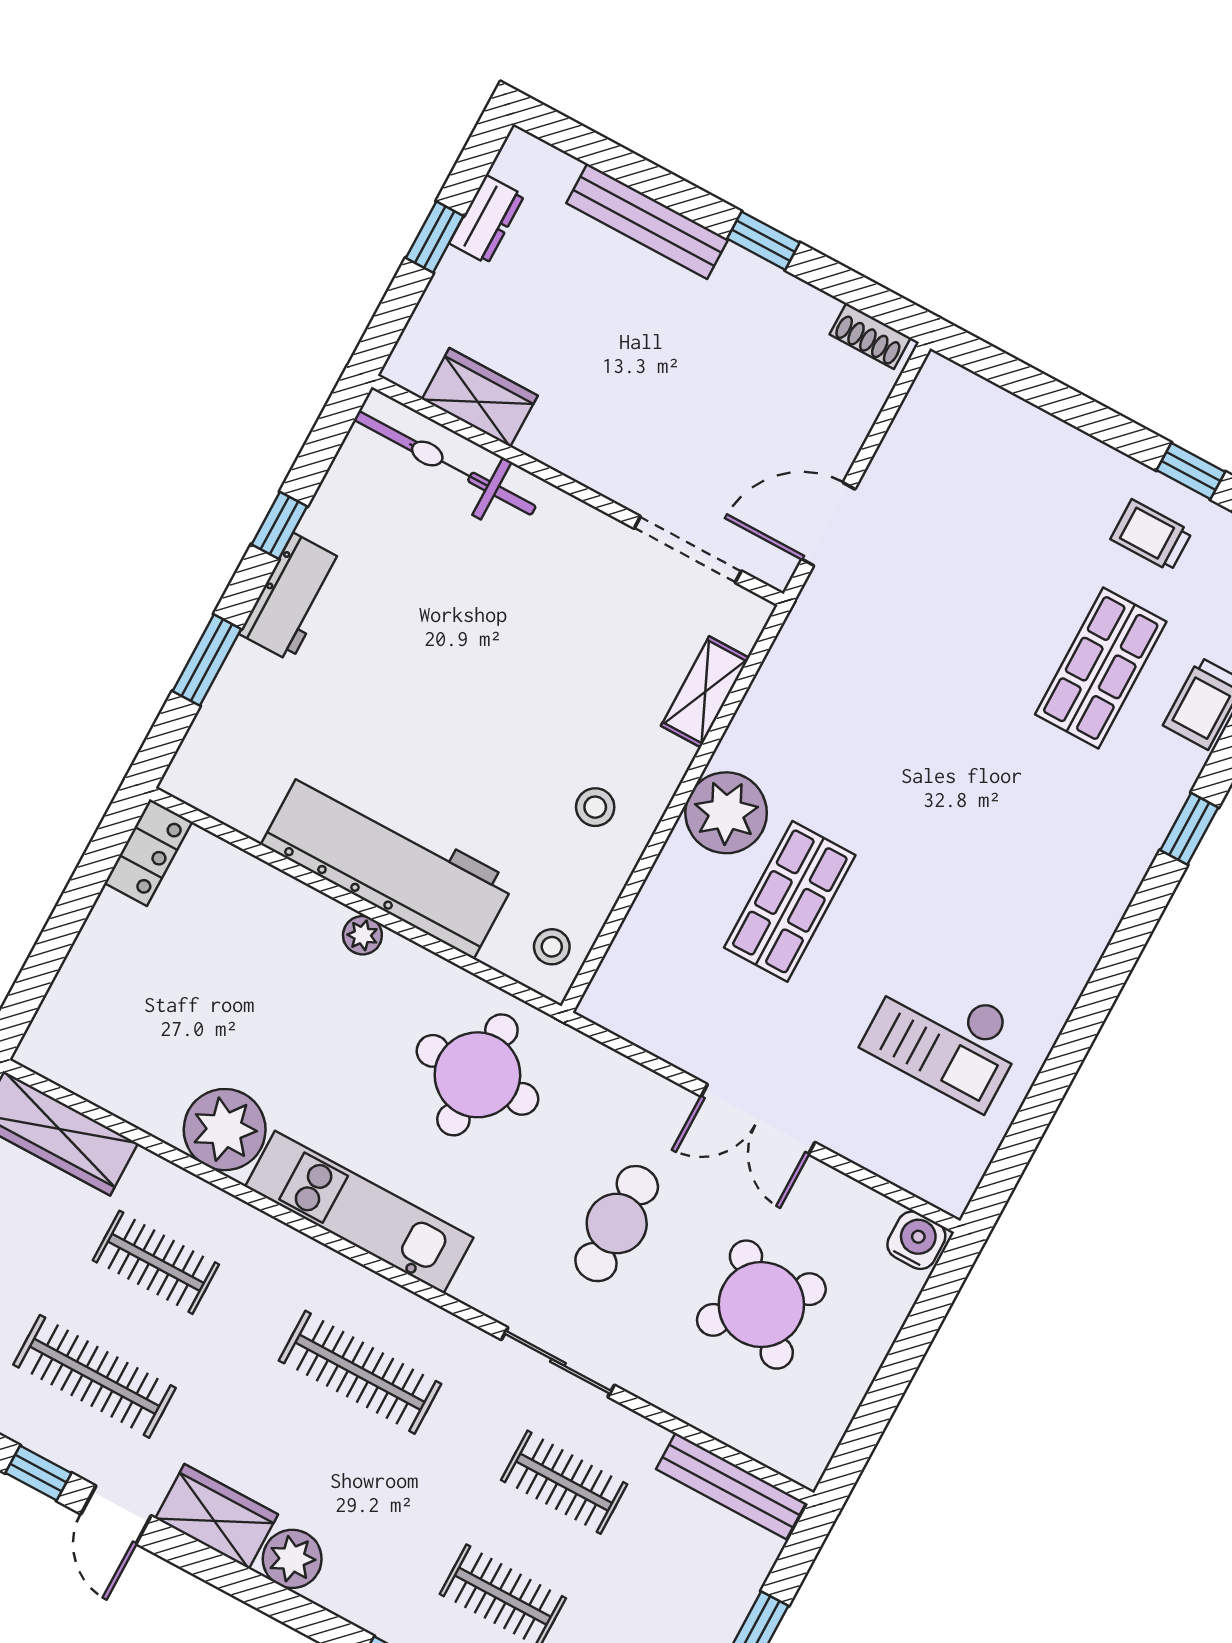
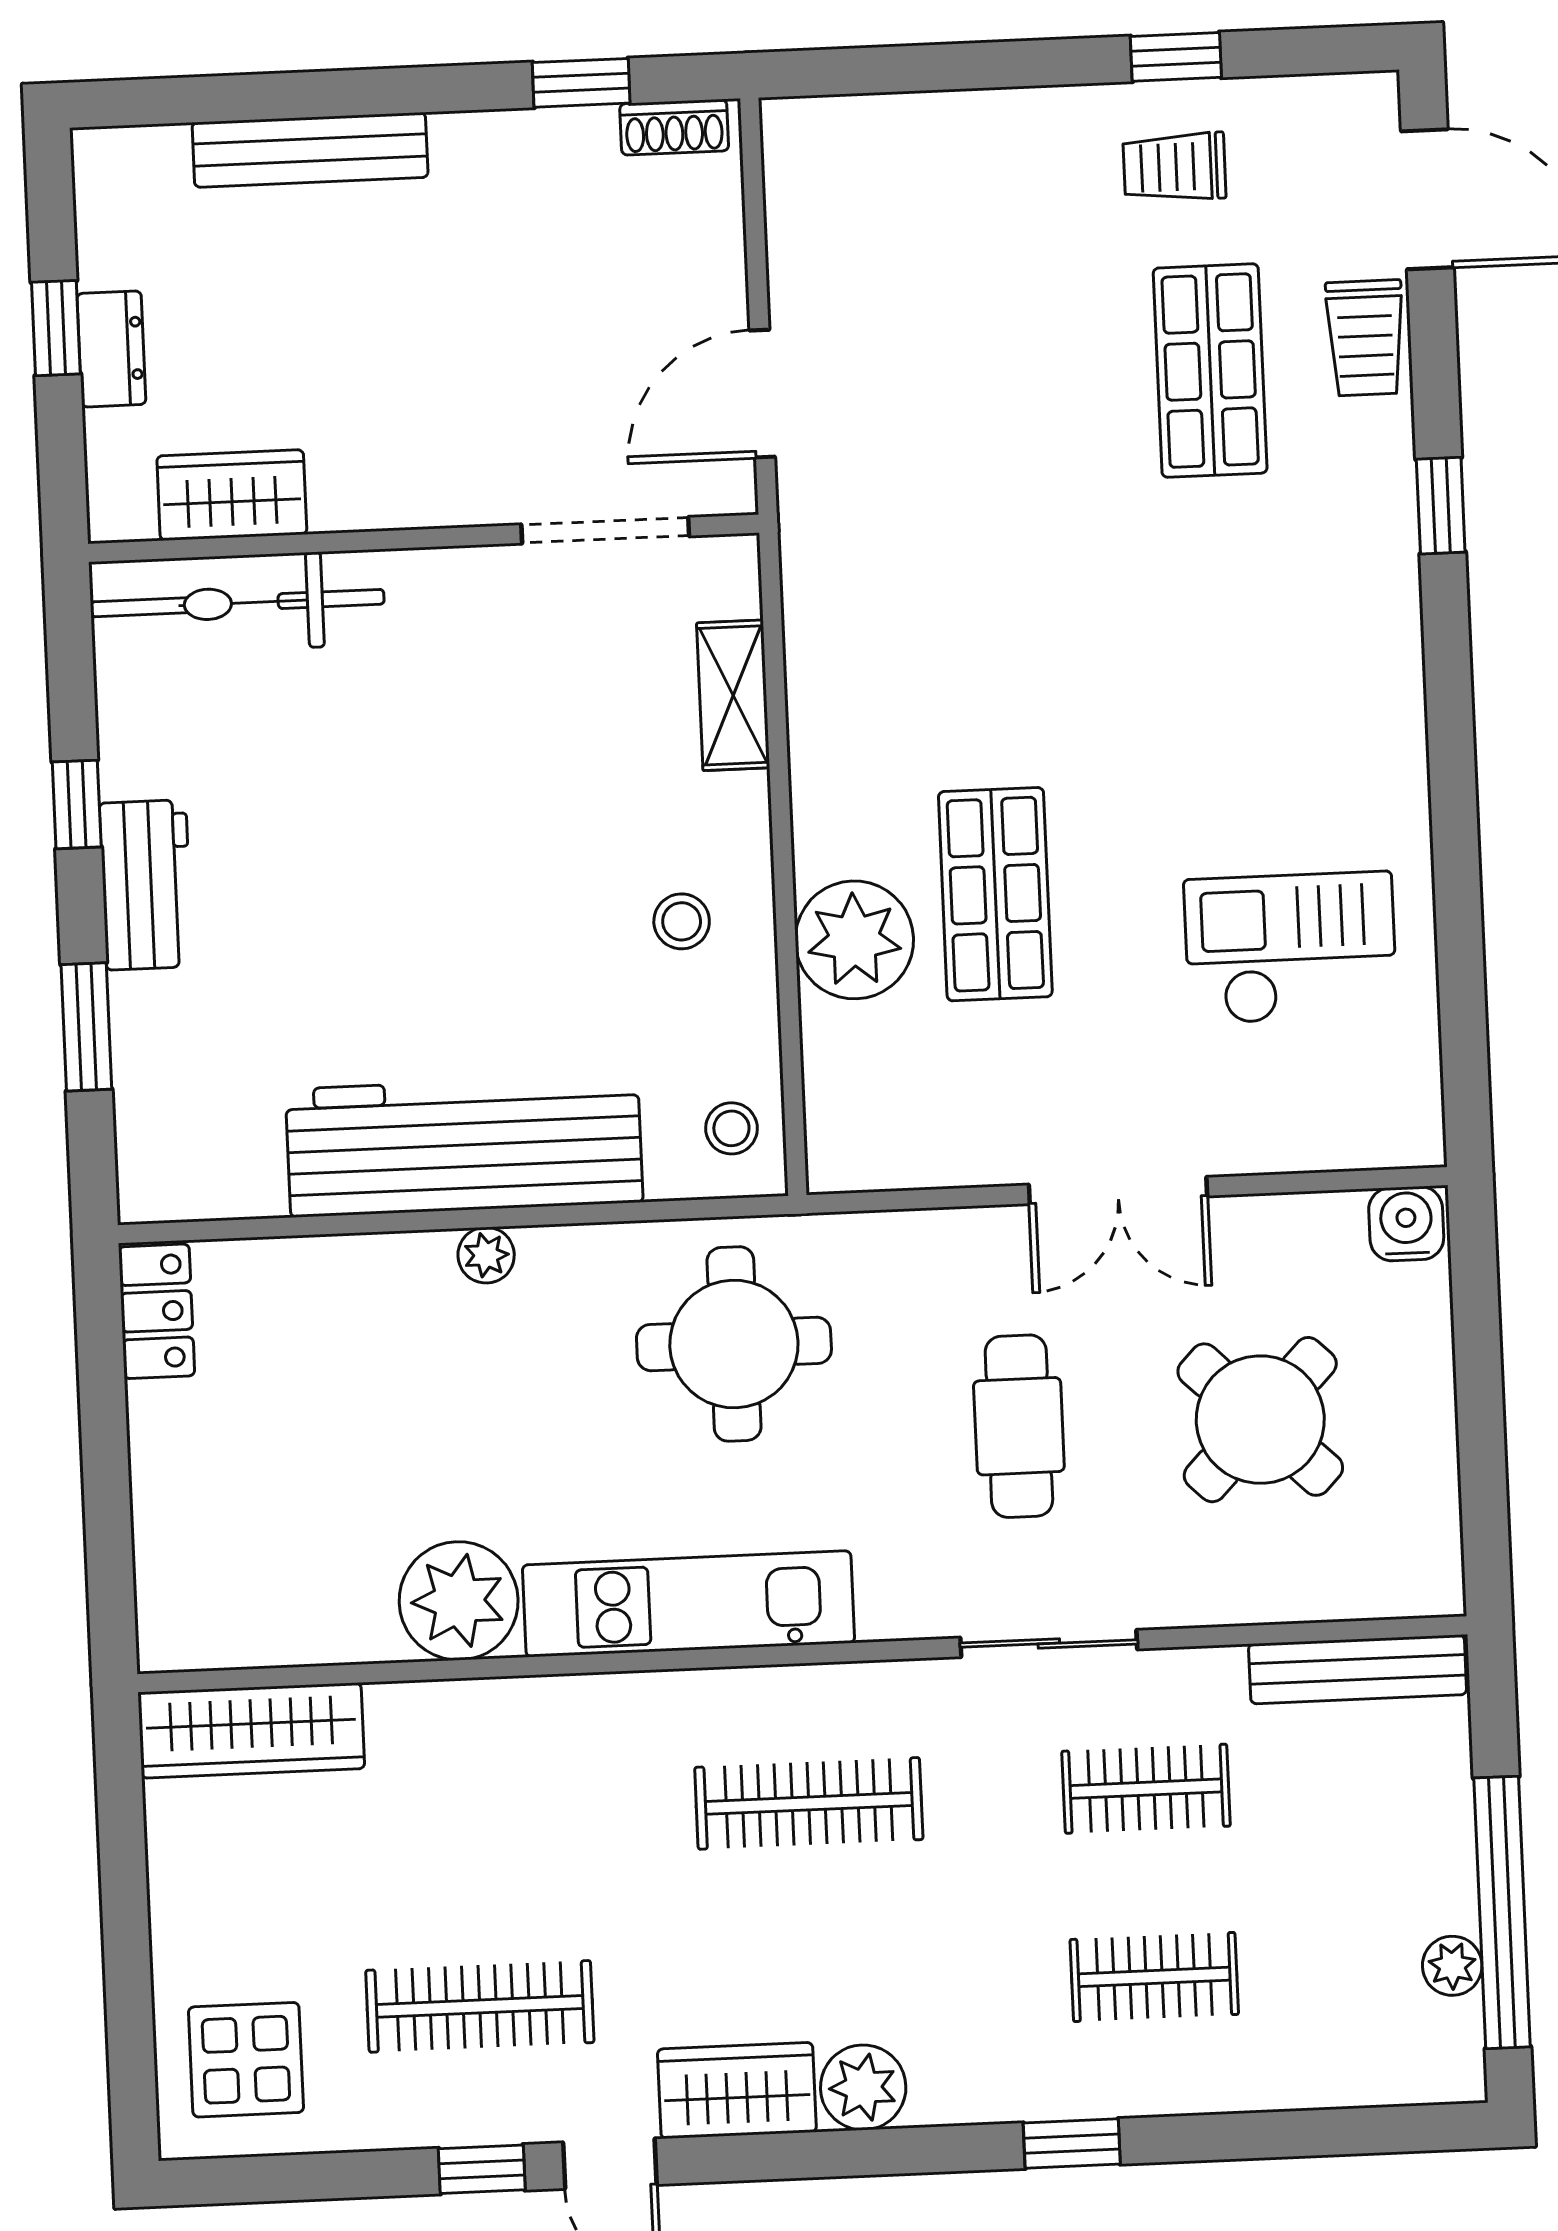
dresser: (487, 219) -> (111, 349), moved
window: (763, 241) -> (581, 83), moved
plant: (726, 813) -> (854, 940), moved
checkout: (945, 1037) -> (1290, 948), turned 180
clothes rail: (156, 1262) -> (472, 1818), removed

